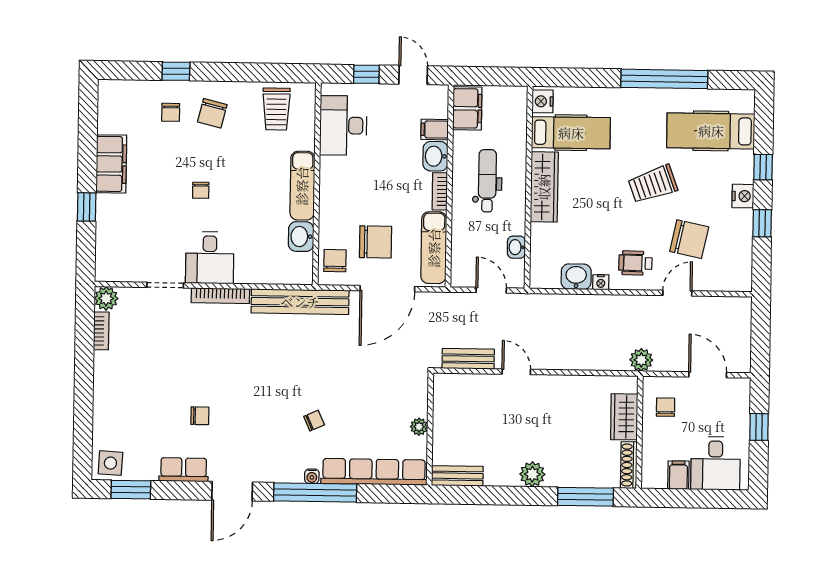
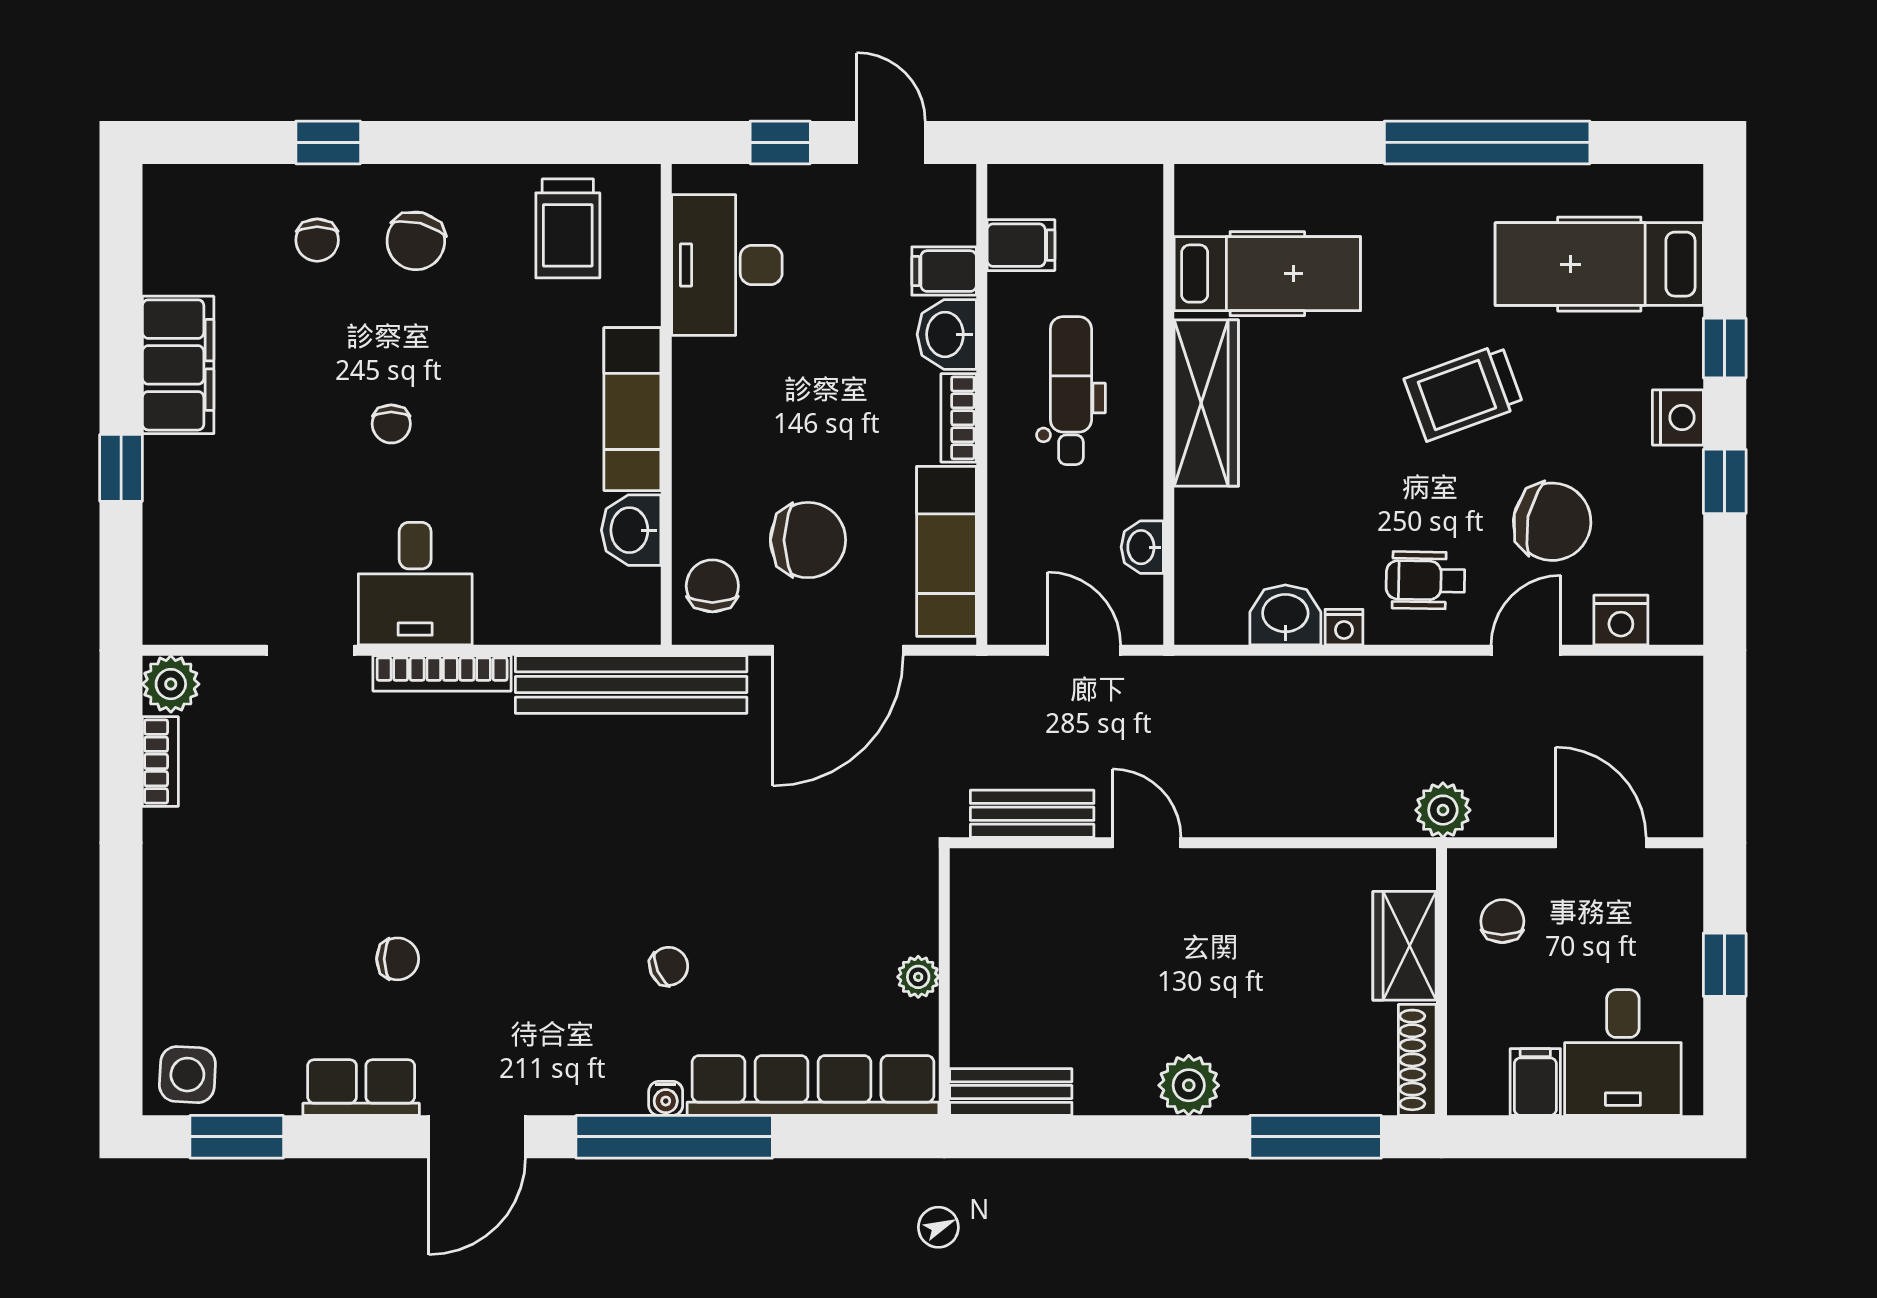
nightstand: (543, 101) -> (1621, 620), moved, turned -90
filing cabinet: (467, 108) -> (1021, 245), width x0.50

